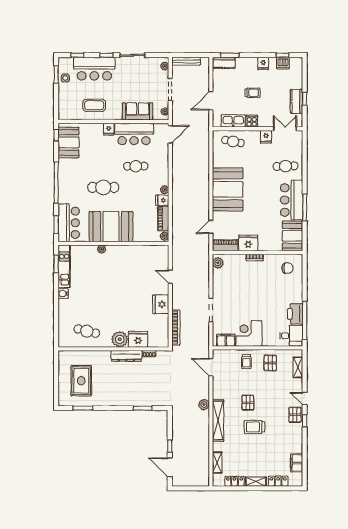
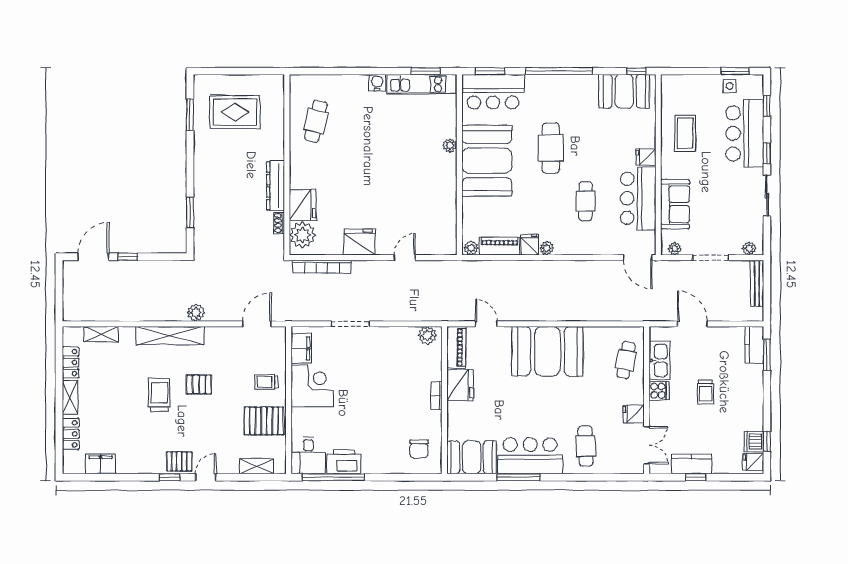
fridge: (263, 64) -> (753, 462), moved
plant: (120, 339) -> (303, 235), moved
pallet: (270, 363) -> (264, 421), width x1.50, depth x1.42

